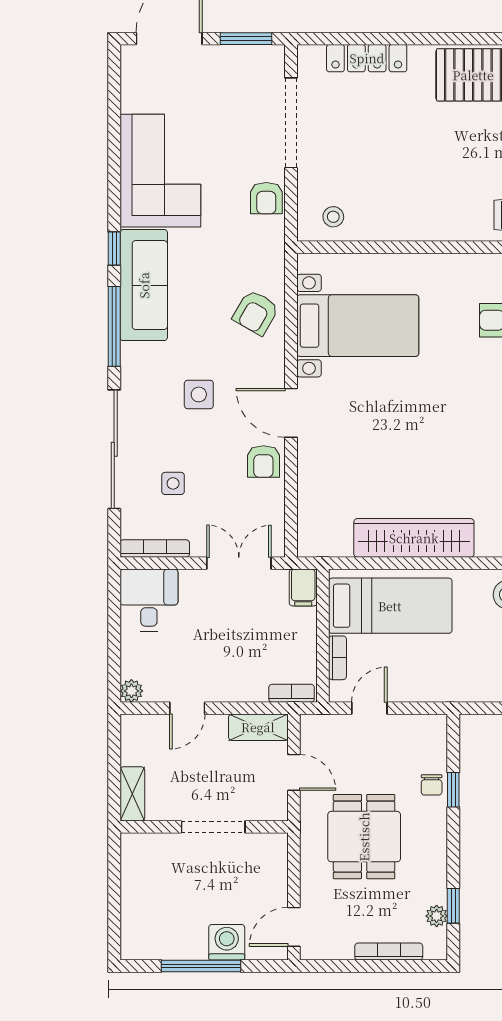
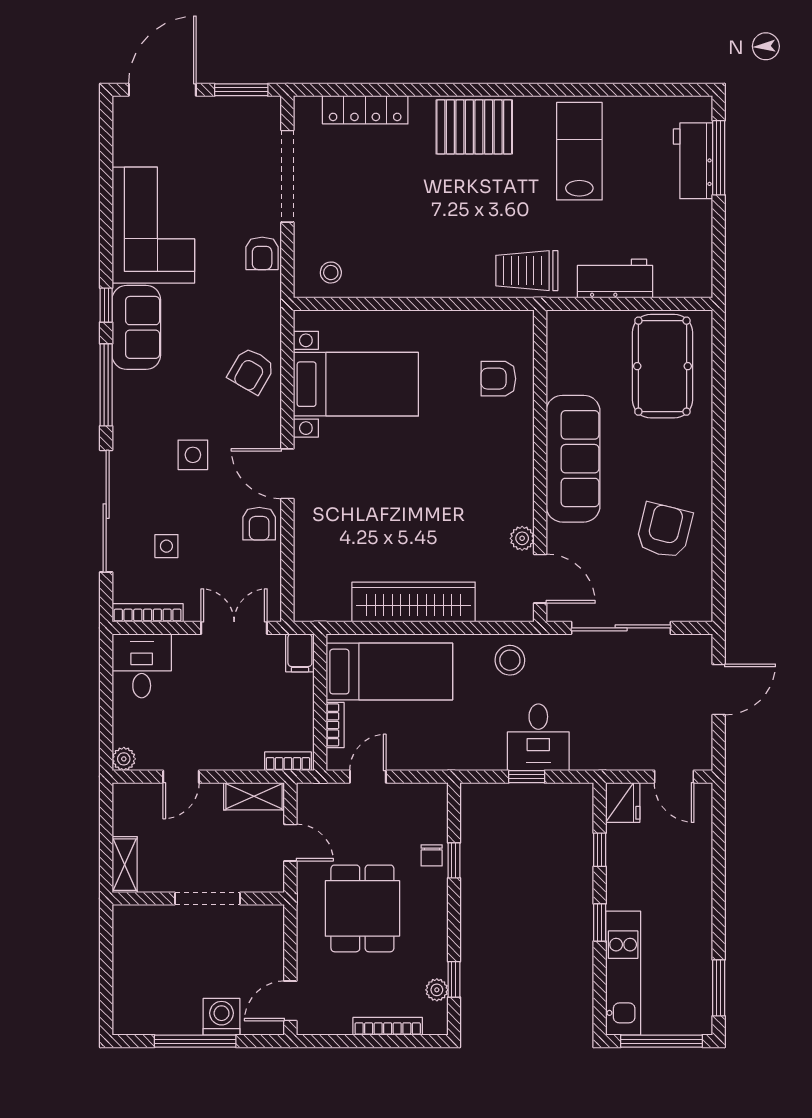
sofa: (144, 285) -> (136, 327), width x0.73

